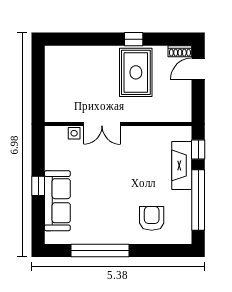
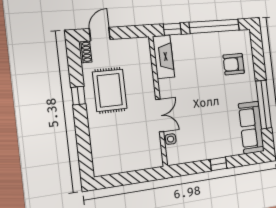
door: (198, 69) -> (100, 34), swing flipped
rug: (136, 72) -> (110, 90), turned 90
fireplace: (182, 165) -> (164, 57), moved, turned -90
sofa: (57, 201) -> (251, 128), moved, turned -90

